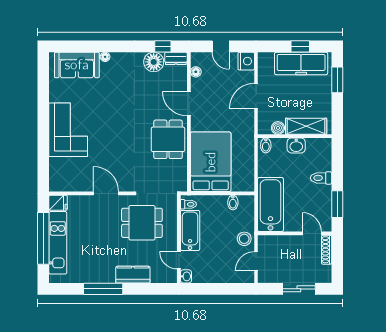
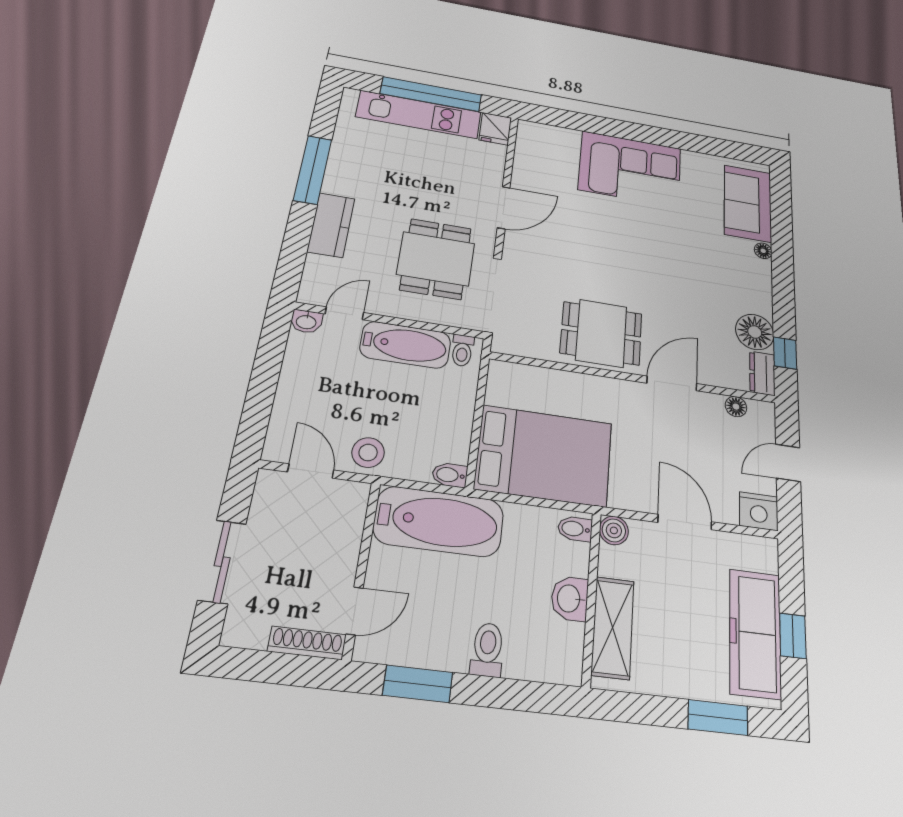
boiler: (278, 128) -> (614, 530), moved
bed: (211, 162) -> (544, 456), moved
bidet: (233, 202) -> (450, 475), moved

